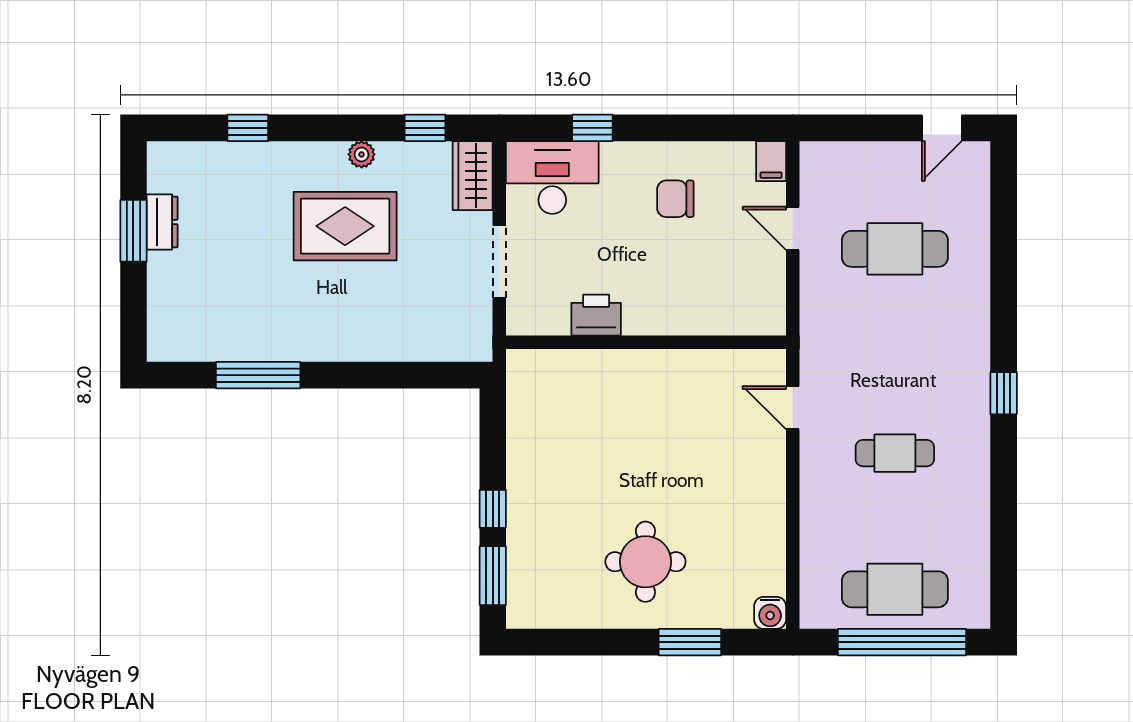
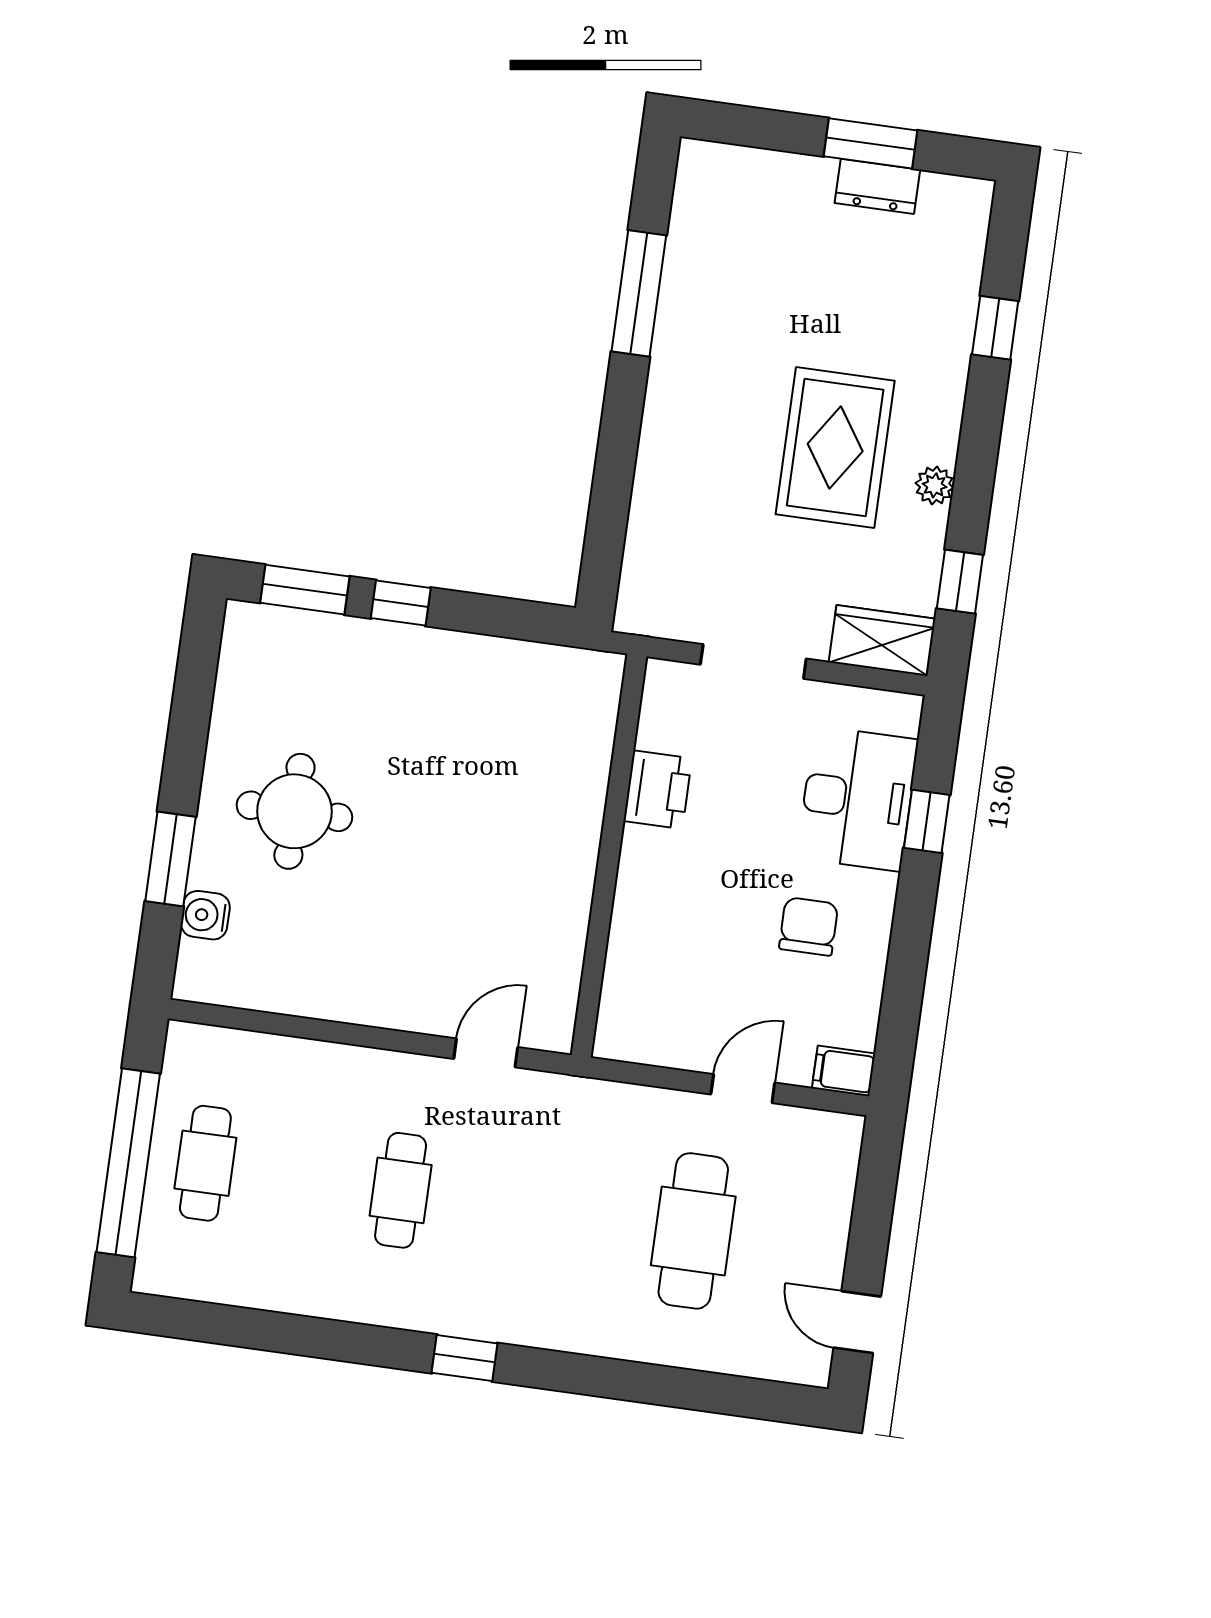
desk: (552, 178) -> (857, 799), moved
cafe table: (895, 589) -> (205, 1163), width x0.73, depth x0.74
water cooler: (770, 613) -> (205, 915), moved

